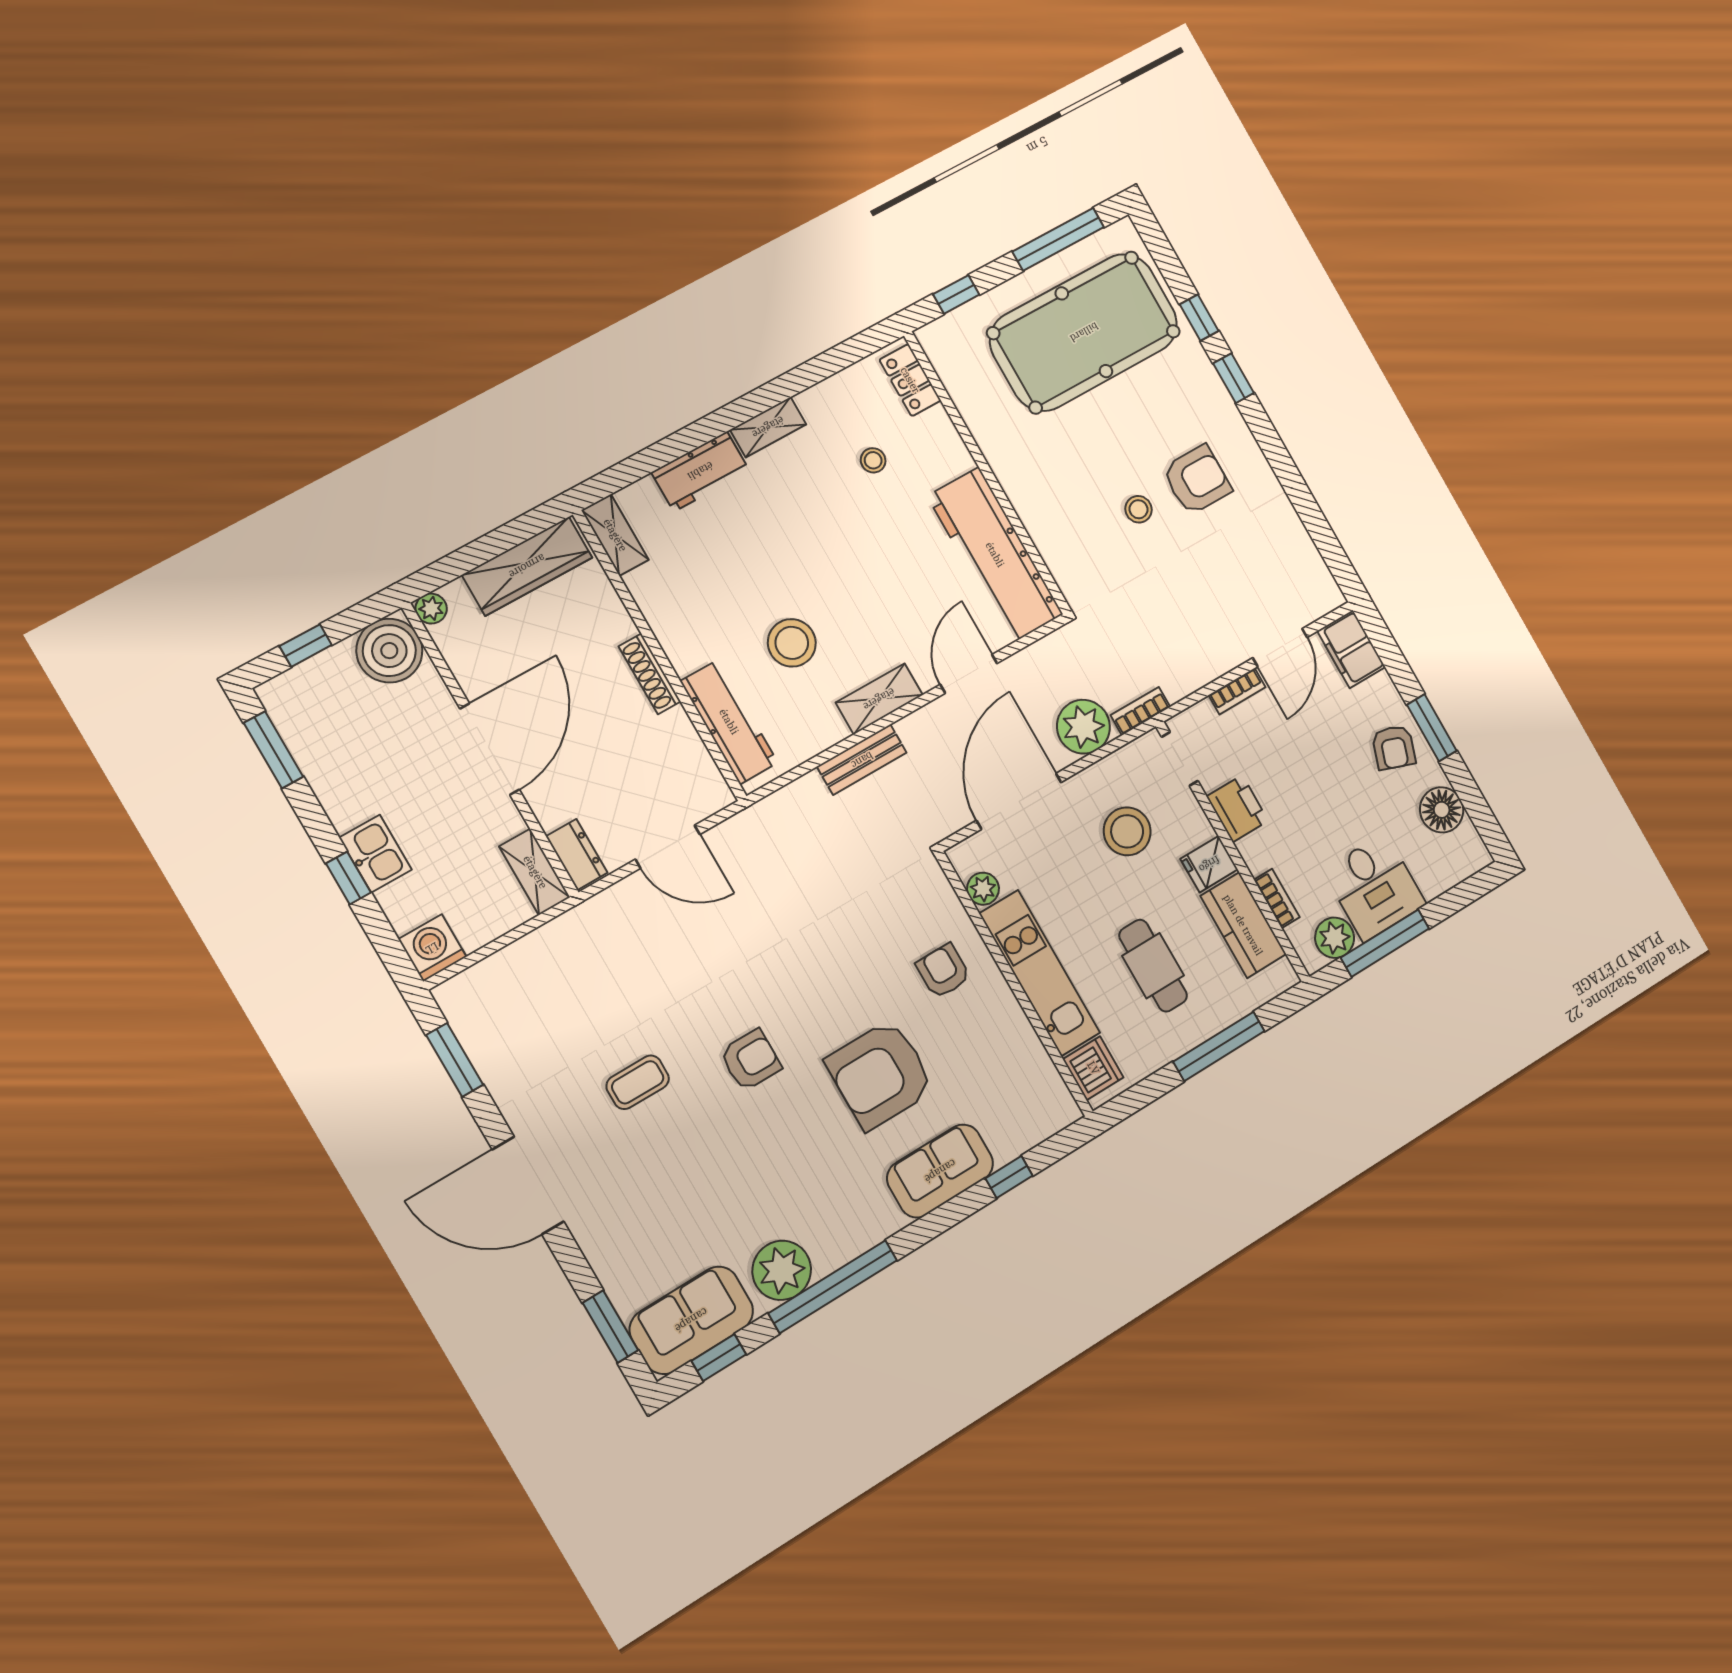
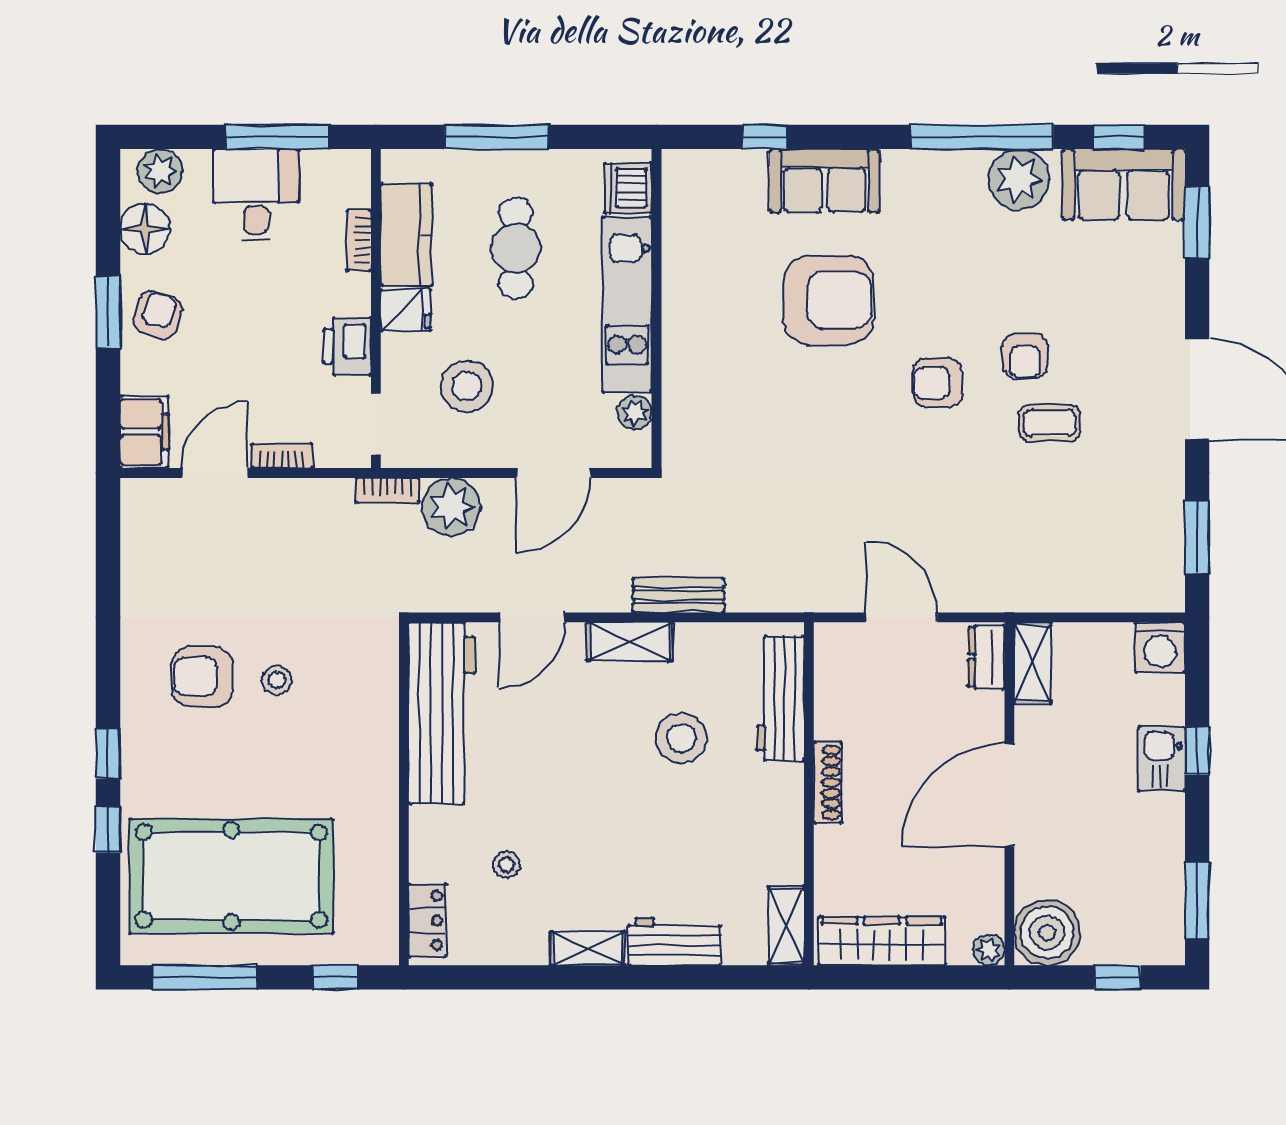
door: (1019, 801) -> (554, 473), width x0.73
plant: (1335, 938) -> (160, 171), moved
armchair: (943, 971) -> (1025, 356), moved

